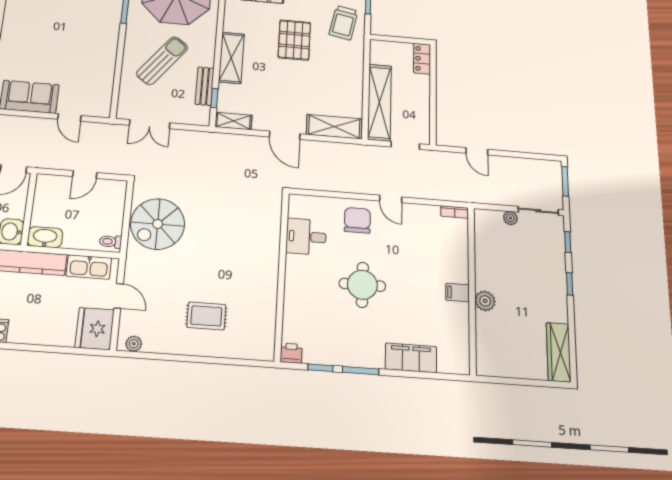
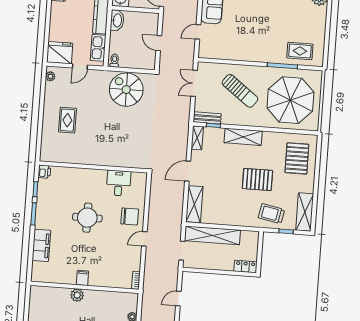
bench: (205, 86) -> (207, 118), moved

